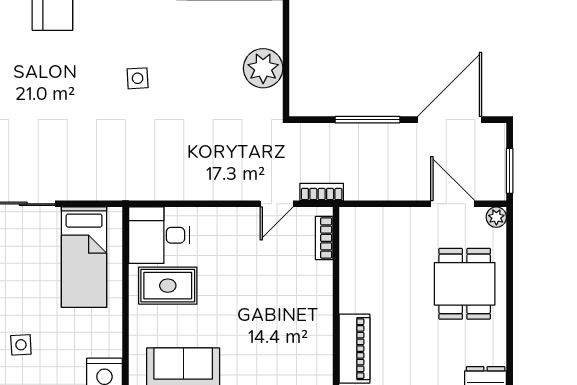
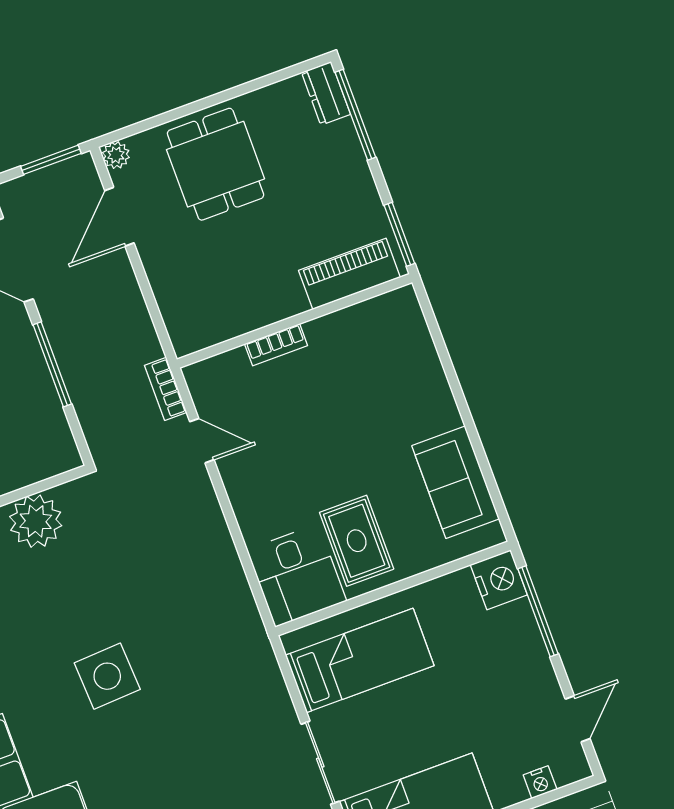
side table: (138, 78) -> (107, 676), width x1.87, depth x1.87
bookcase: (324, 238) -> (276, 345), moved
dining table: (465, 284) -> (216, 164), turned 90
side table: (21, 345) -> (501, 700), removed

